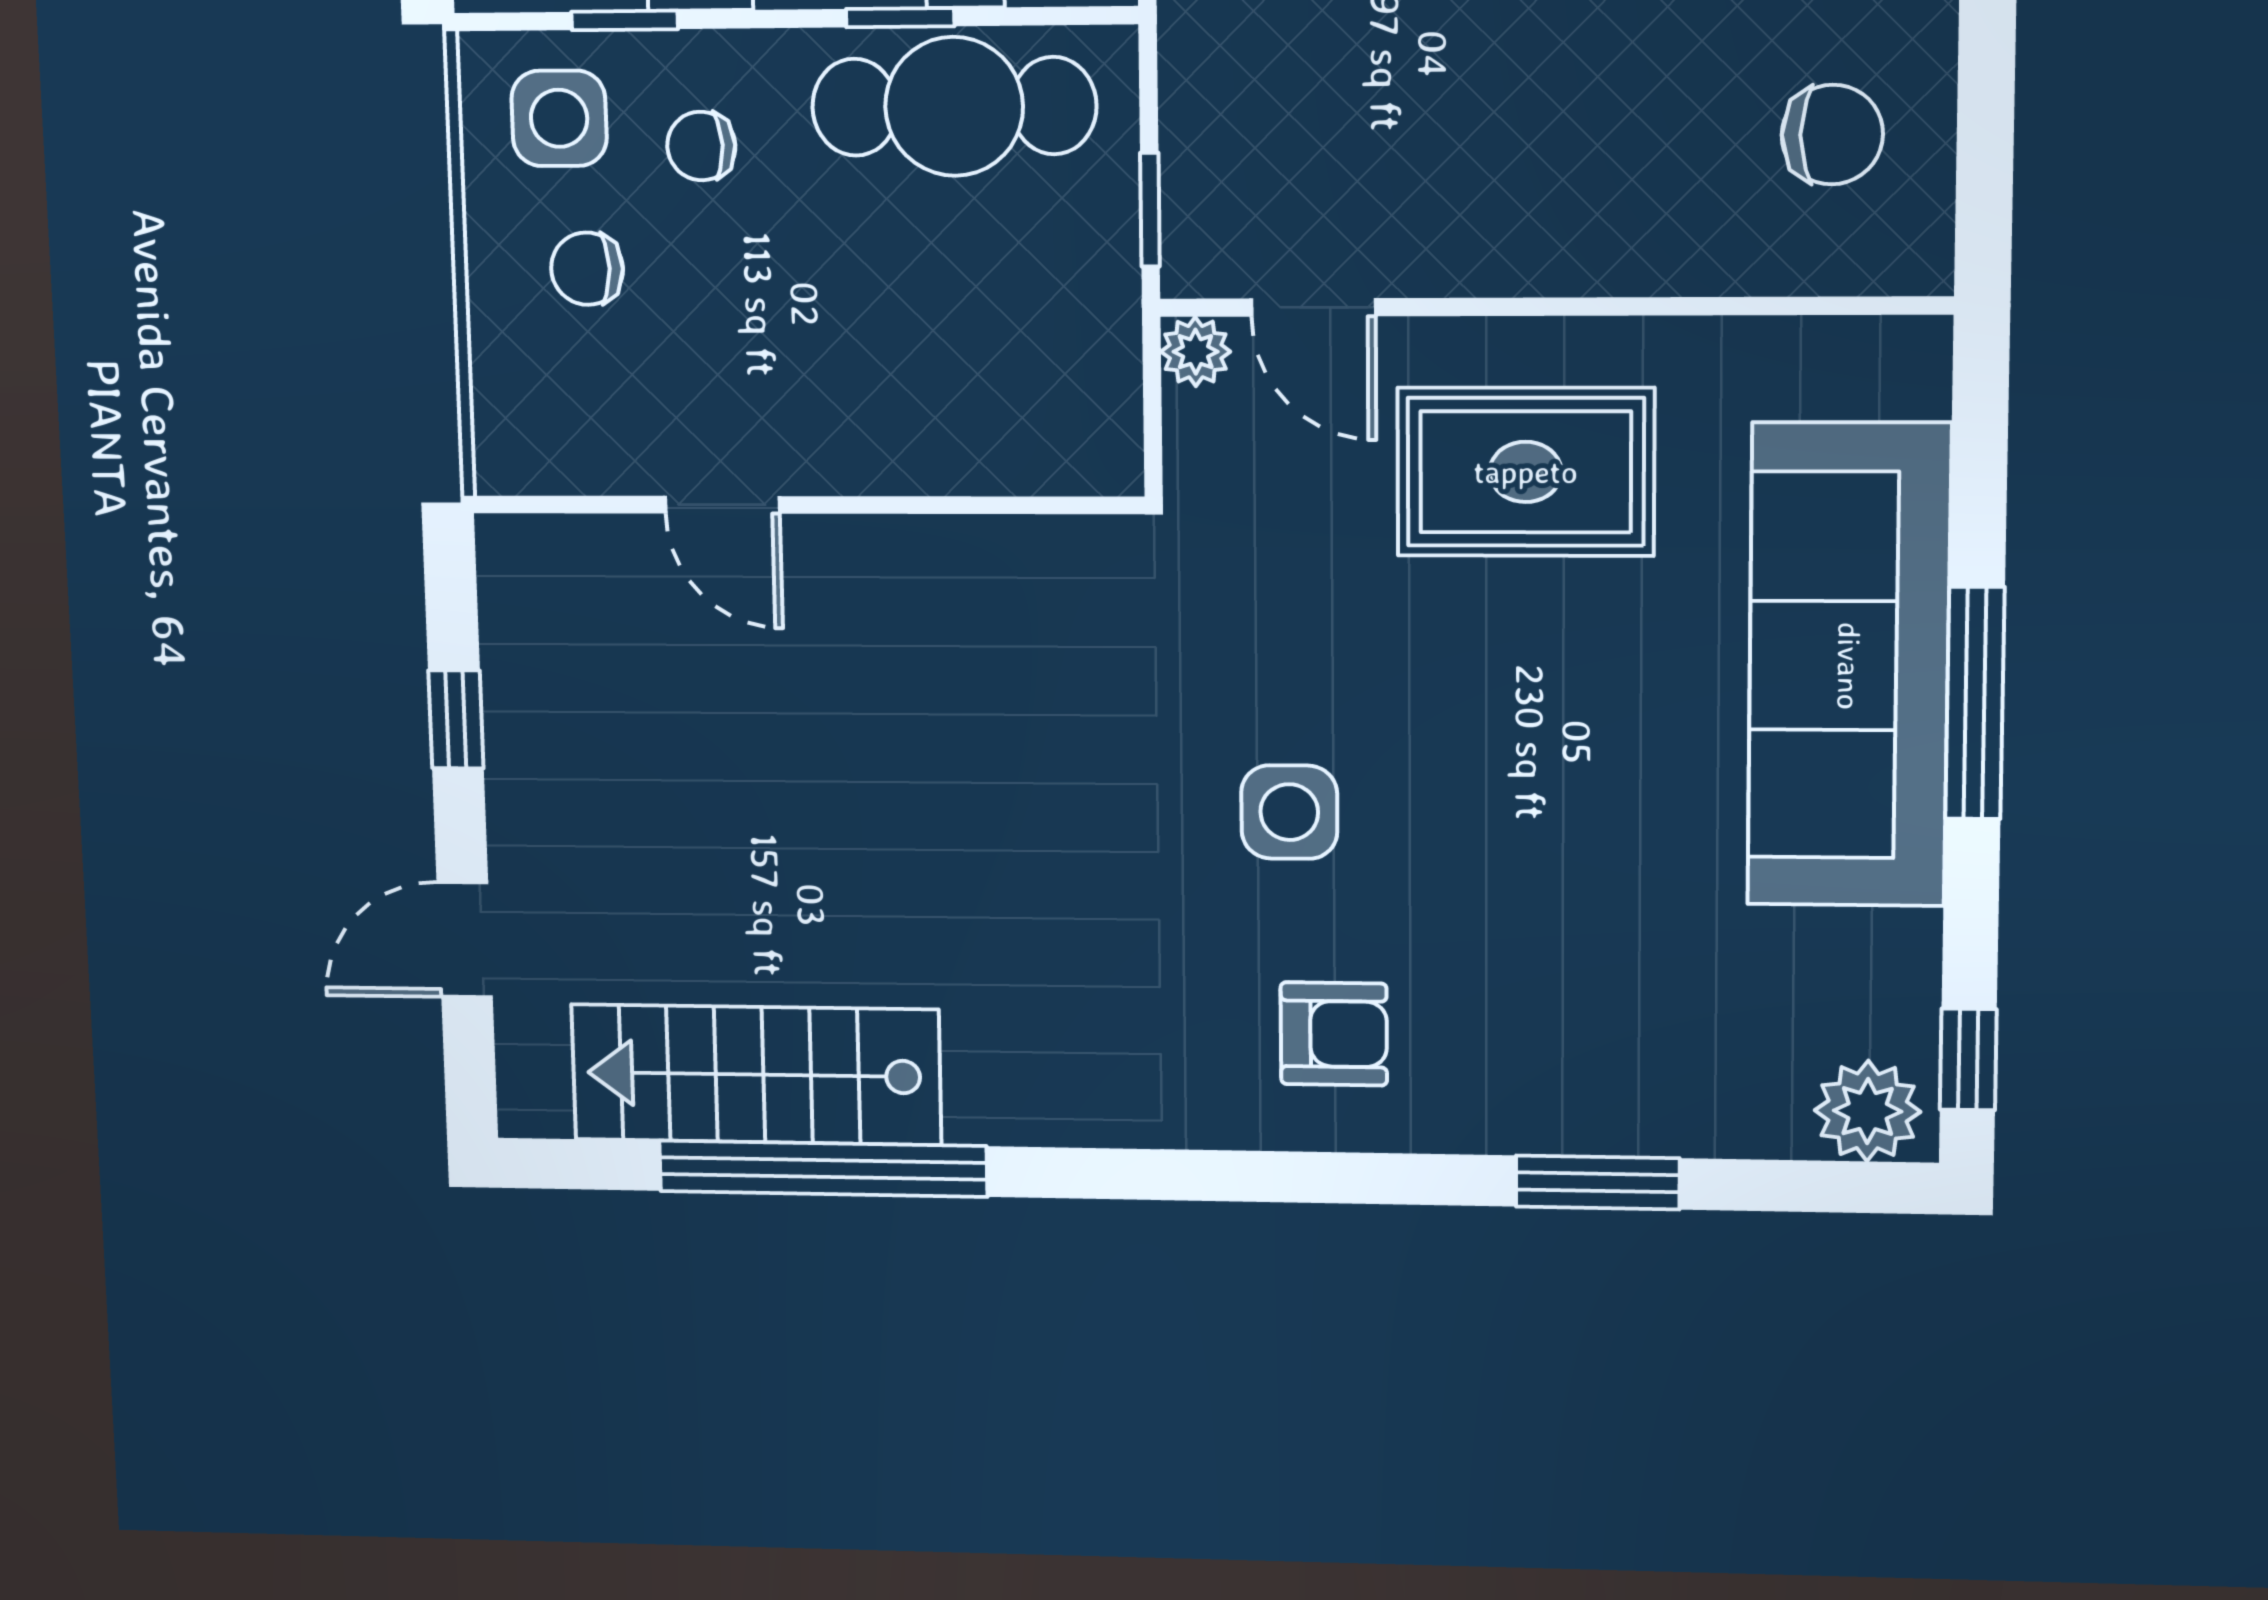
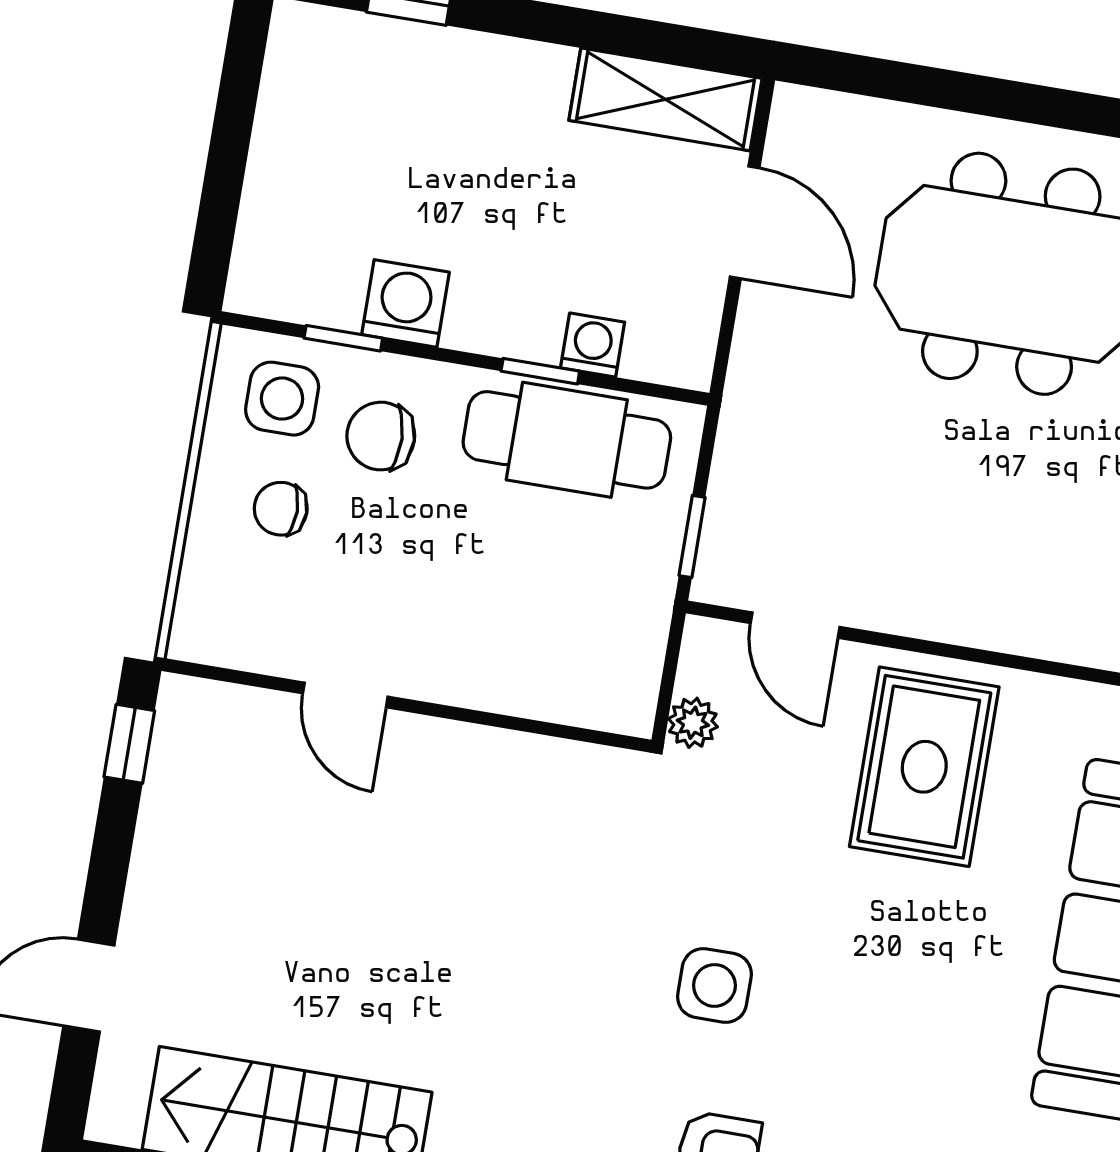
chair: (701, 146) -> (381, 436), width x1.37, depth x1.37
plant: (1196, 352) -> (693, 723), moved
rug: (1526, 472) -> (924, 767), turned 90
window: (456, 719) -> (129, 744), moved

